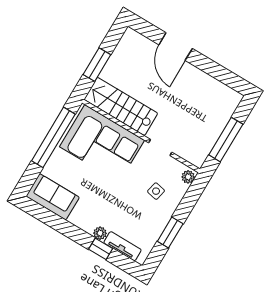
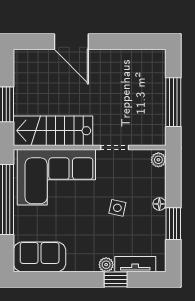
side table: (156, 191) -> (117, 208), moved
floor lamp: (169, 211) -> (159, 204), added

